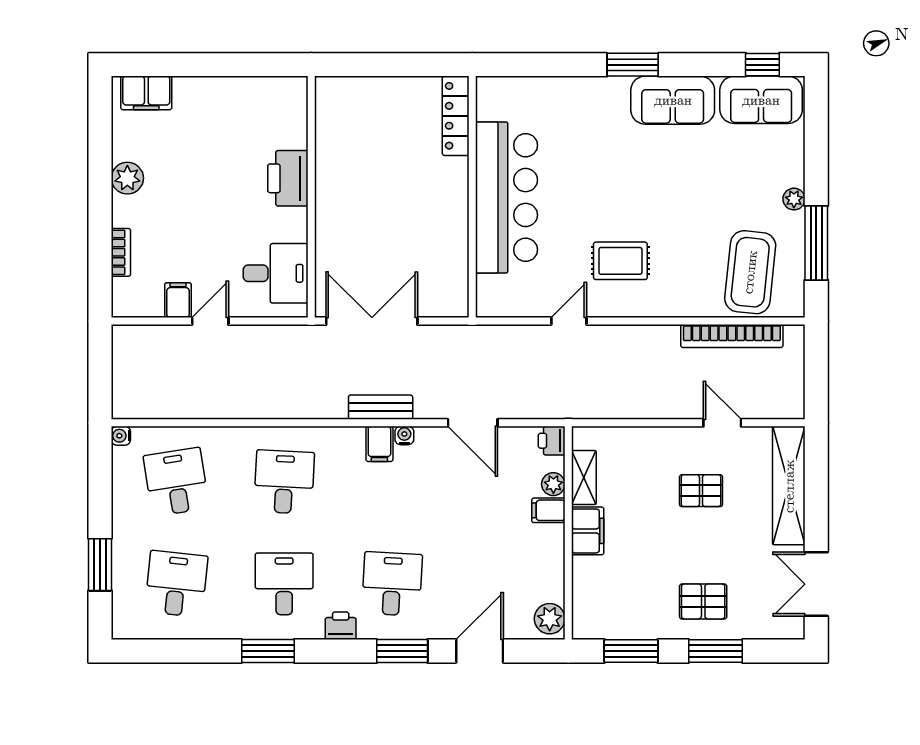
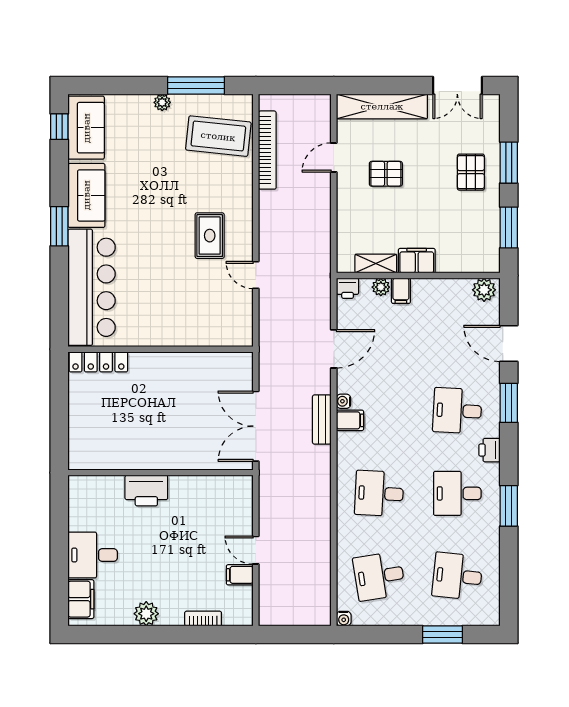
bar counter: (506, 197) -> (92, 287), moved, turned 90
desk: (276, 273) -> (93, 555), moved, turned -90
pallet: (701, 491) -> (386, 174), turned 90

